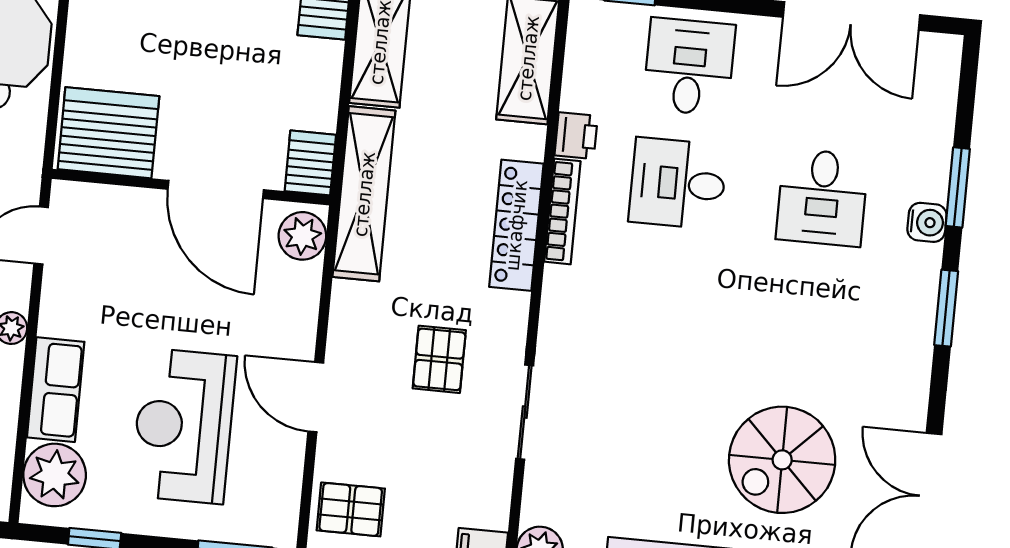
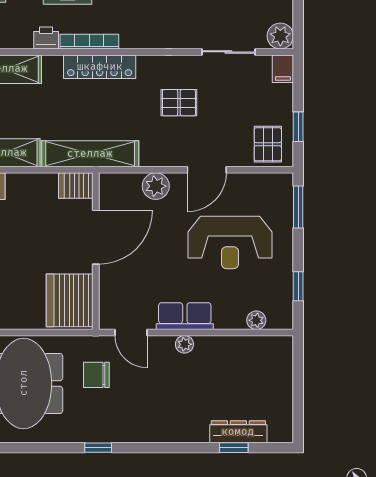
plant: (302, 236) -> (156, 186), moved
row of seats: (56, 390) -> (185, 316), moved
sliding door: (525, 412) -> (228, 52), moved
plant: (55, 475) -> (256, 320), width x0.53, depth x0.53

